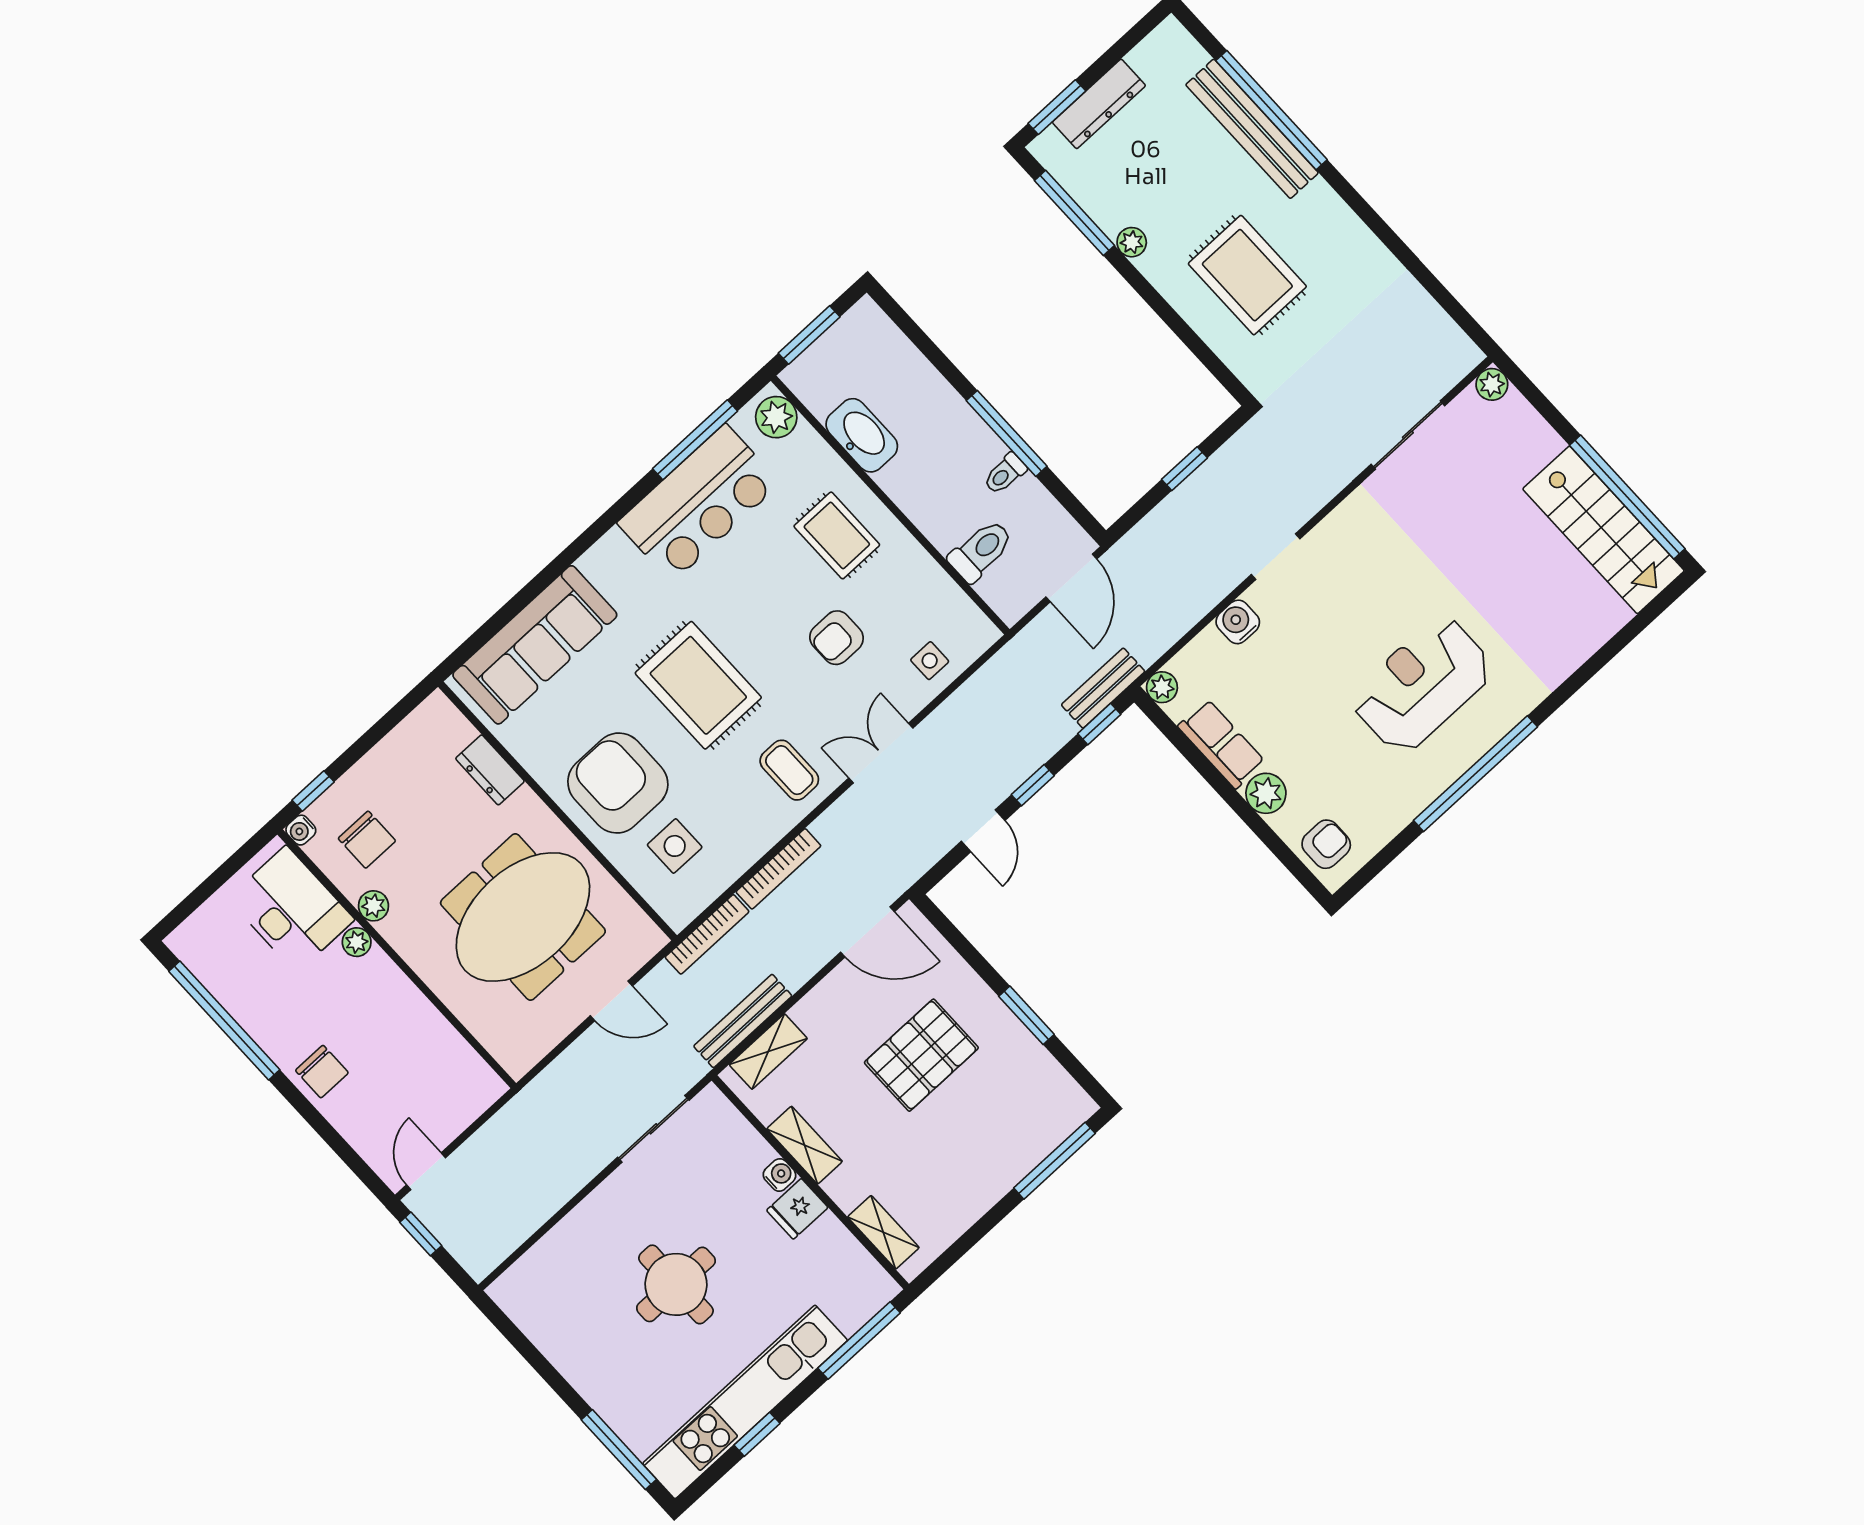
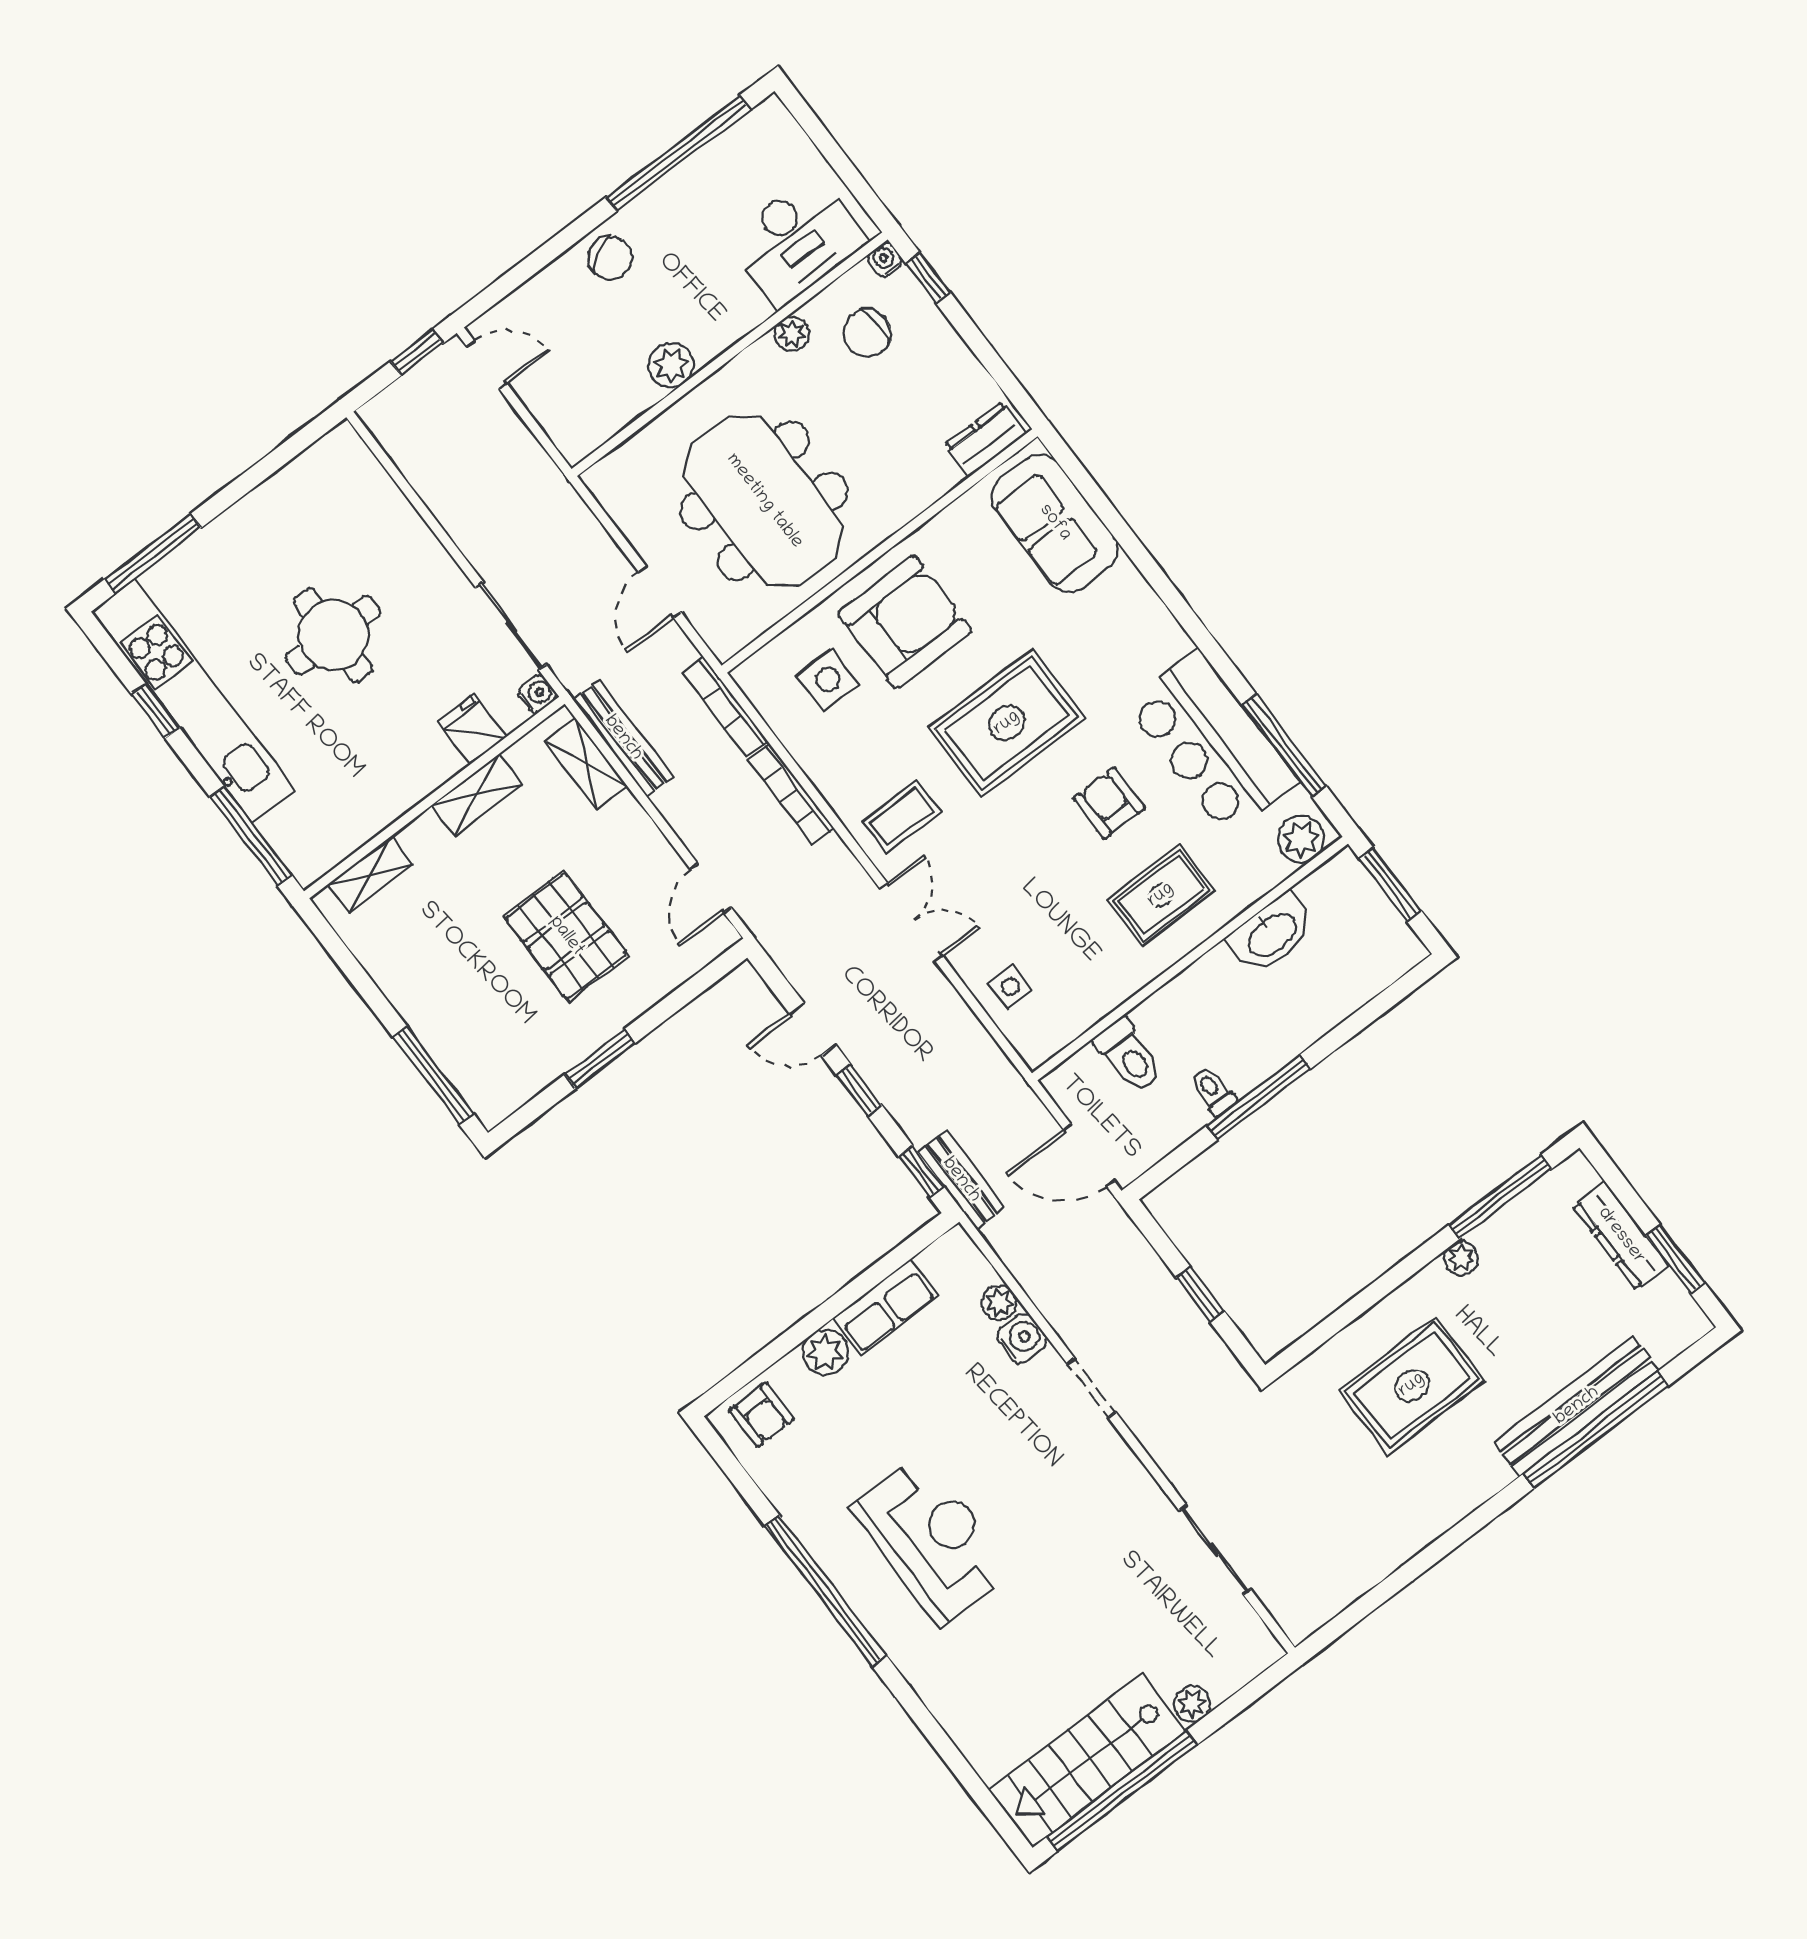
window: (1057, 107) -> (1675, 1259), moved
plant: (1492, 384) -> (1192, 1704), moved
armchair: (837, 638) -> (1109, 803), moved
sofa: (535, 645) -> (1055, 523), width x0.73
plant: (1162, 687) -> (999, 1303), moved
dresser: (490, 770) -> (986, 439), moved
door: (867, 932) -> (711, 888), width x0.73
plant: (357, 942) -> (671, 365), moved, width x1.38, depth x1.38
chair: (322, 1072) -> (610, 258), turned -121
water cooler: (780, 1175) -> (537, 694), moved, turned -90
fridge: (797, 1209) -> (472, 729), moved

